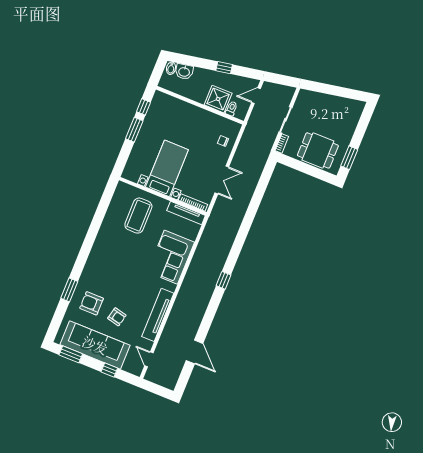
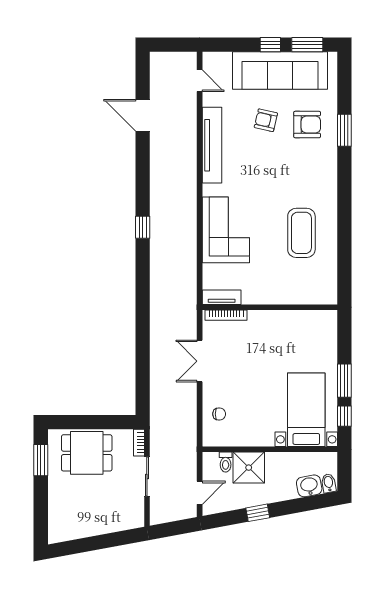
bed with nightstands: (167, 168) -> (306, 410), moved, turned 180
tv unit: (186, 213) -> (222, 297), width x0.71
coffee table: (138, 216) -> (301, 233), moved
window: (109, 370) -> (270, 45), moved

